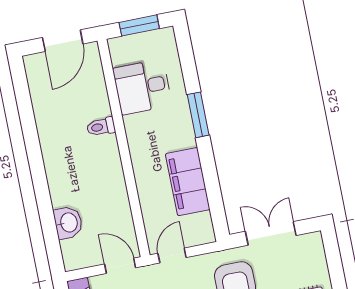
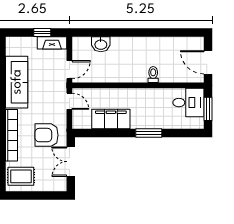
desk: (142, 87) -> (188, 103), moved, turned 90
double door: (271, 233) -> (71, 162), swing flipped

